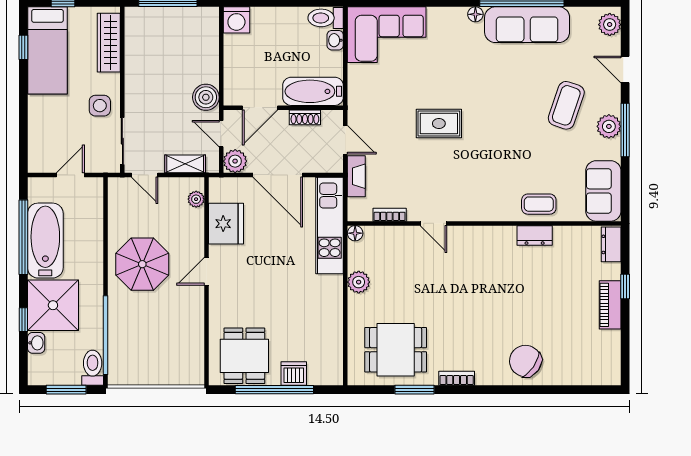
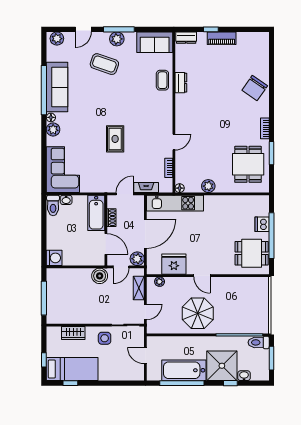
plant: (455, 18) -> (53, 130), added
wardrobe: (109, 43) -> (73, 333), width x0.67

